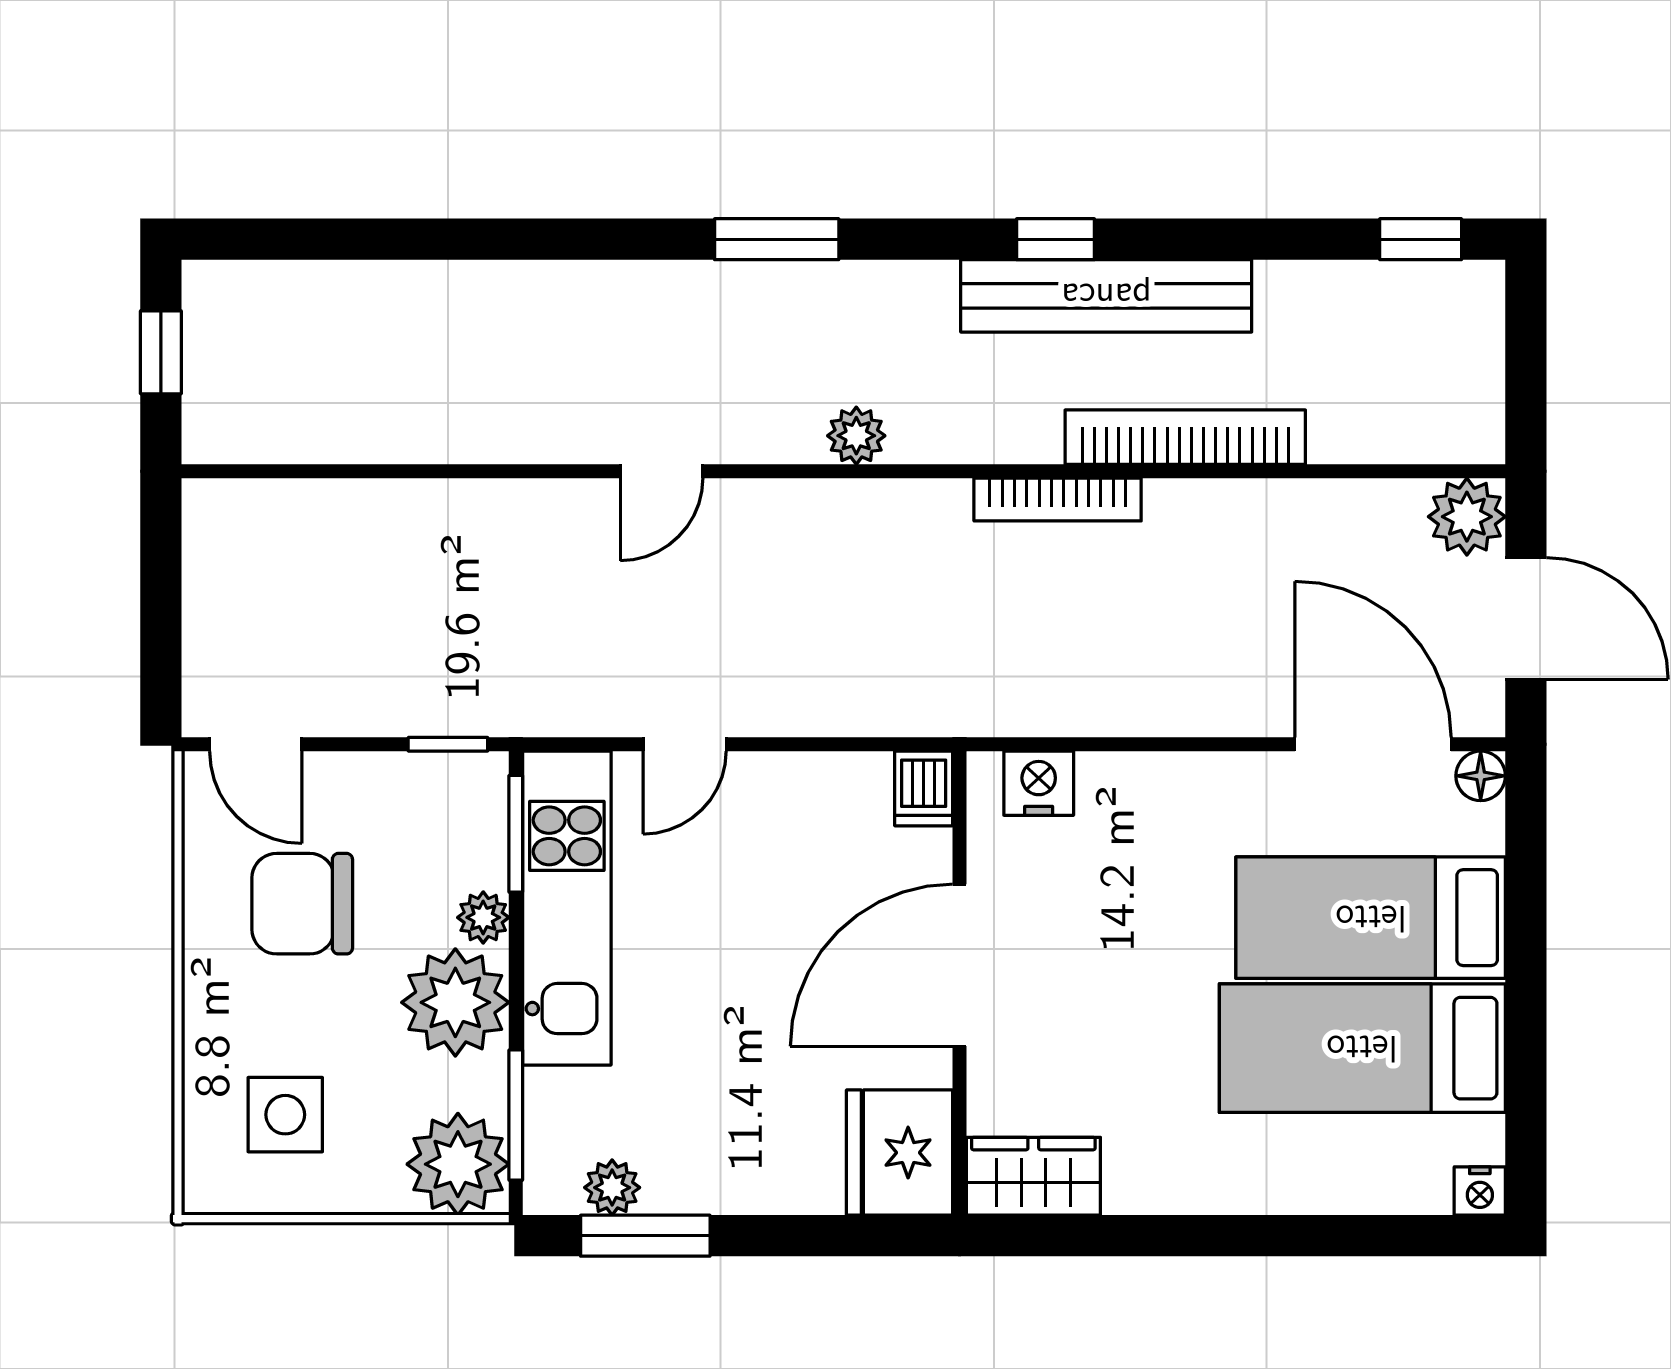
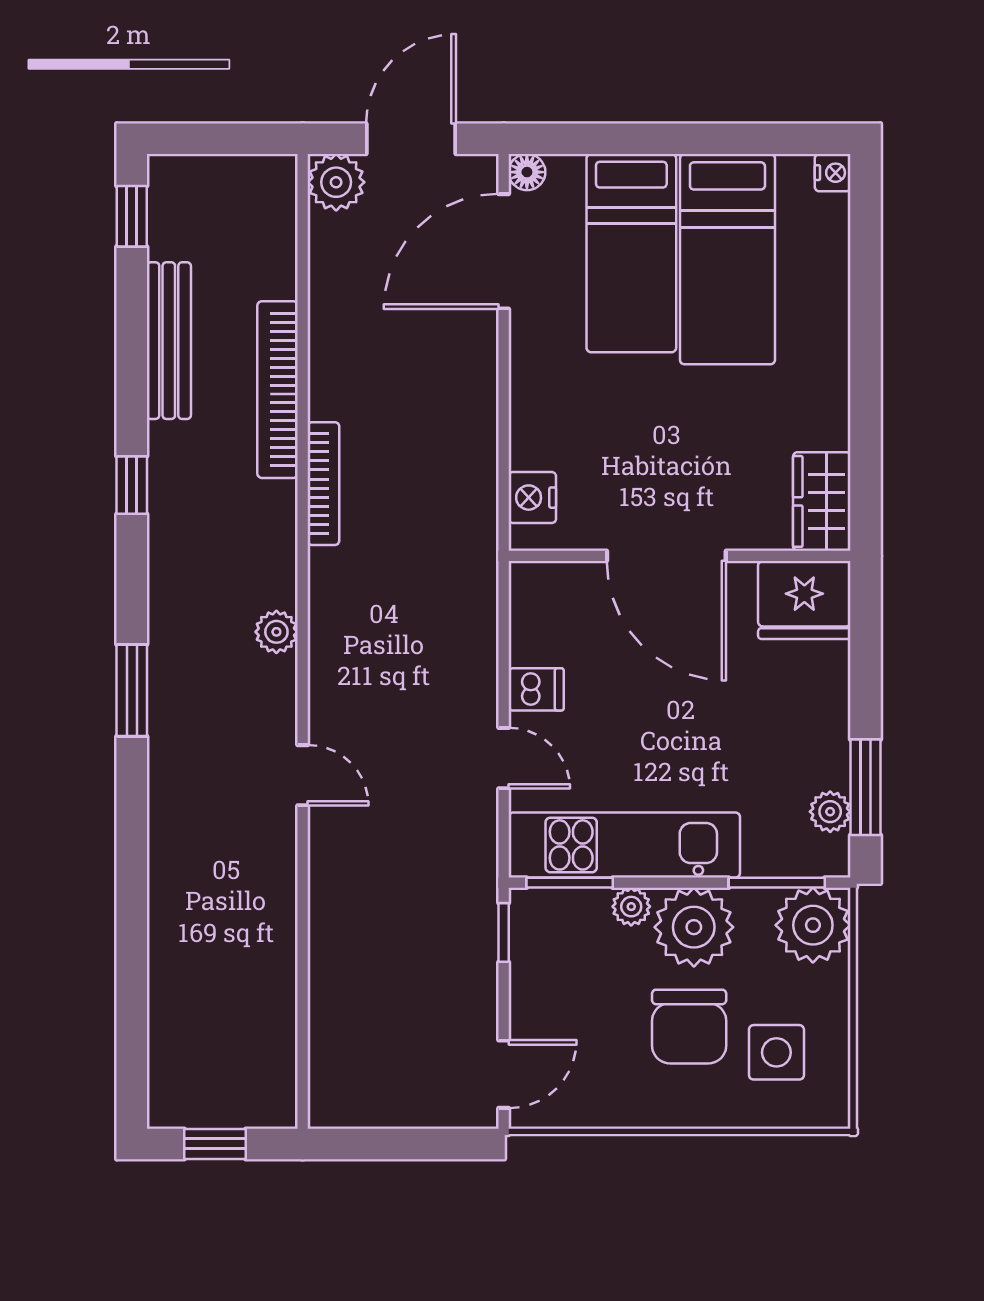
bench: (1106, 296) -> (169, 341), moved, width x0.73, depth x0.82
dishwasher: (924, 788) -> (536, 689), moved
chair: (302, 904) -> (689, 1027), moved

